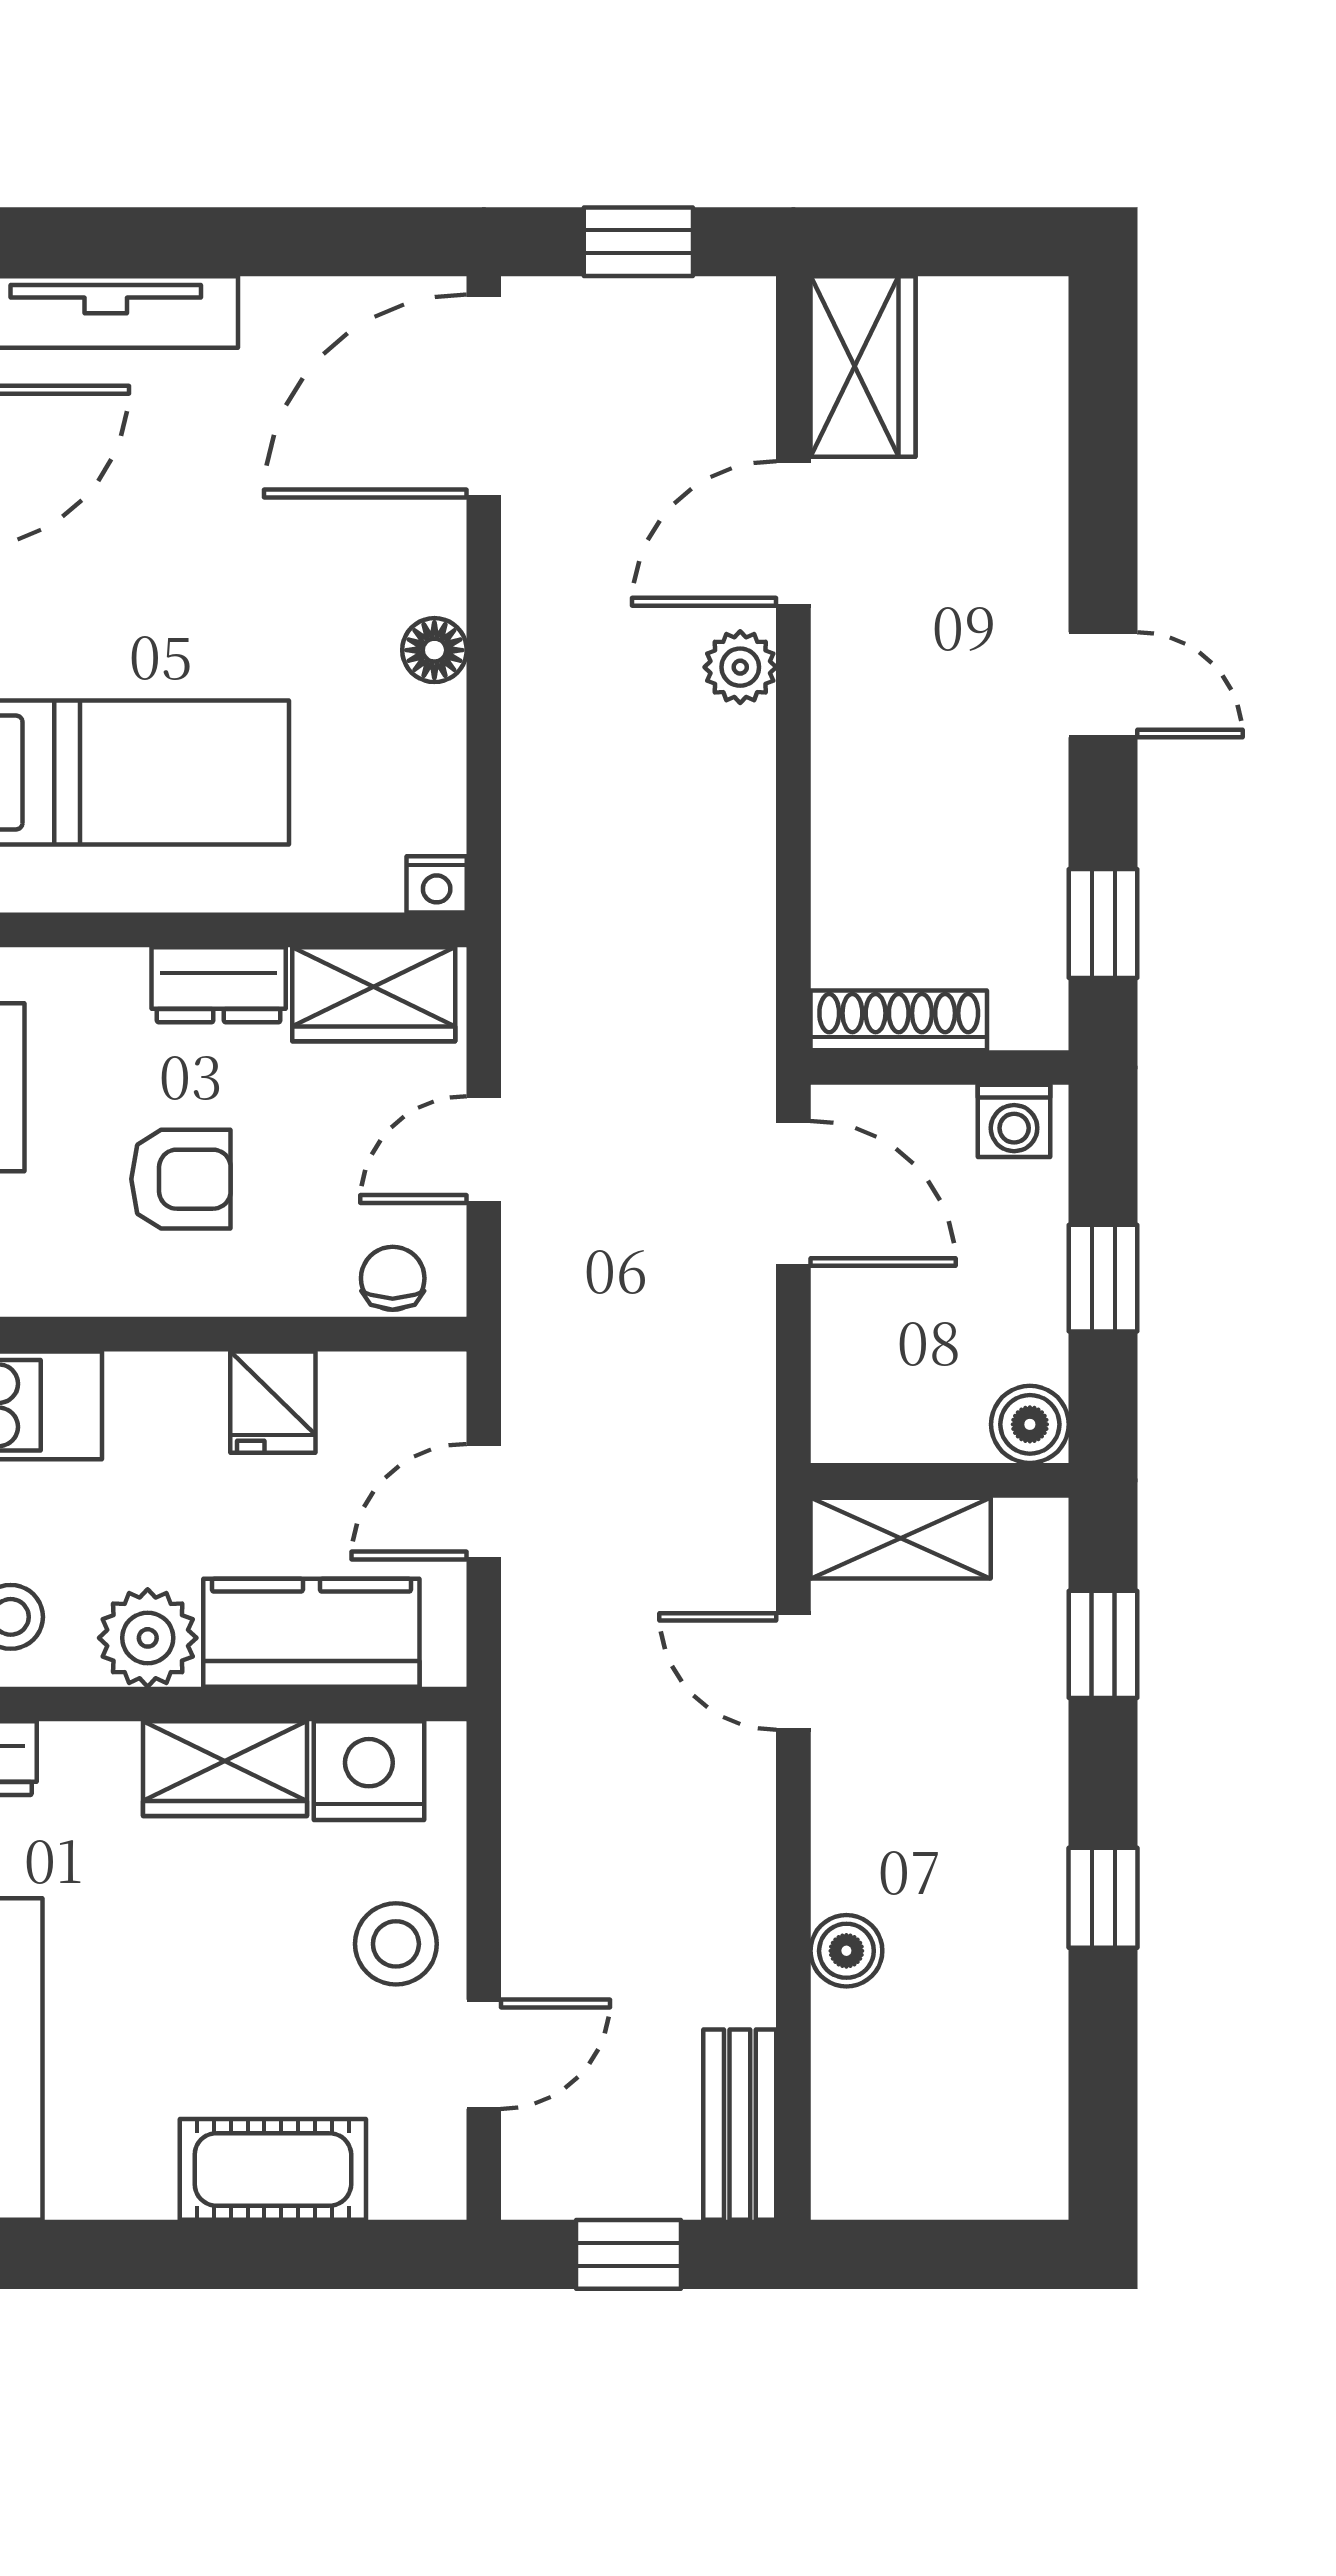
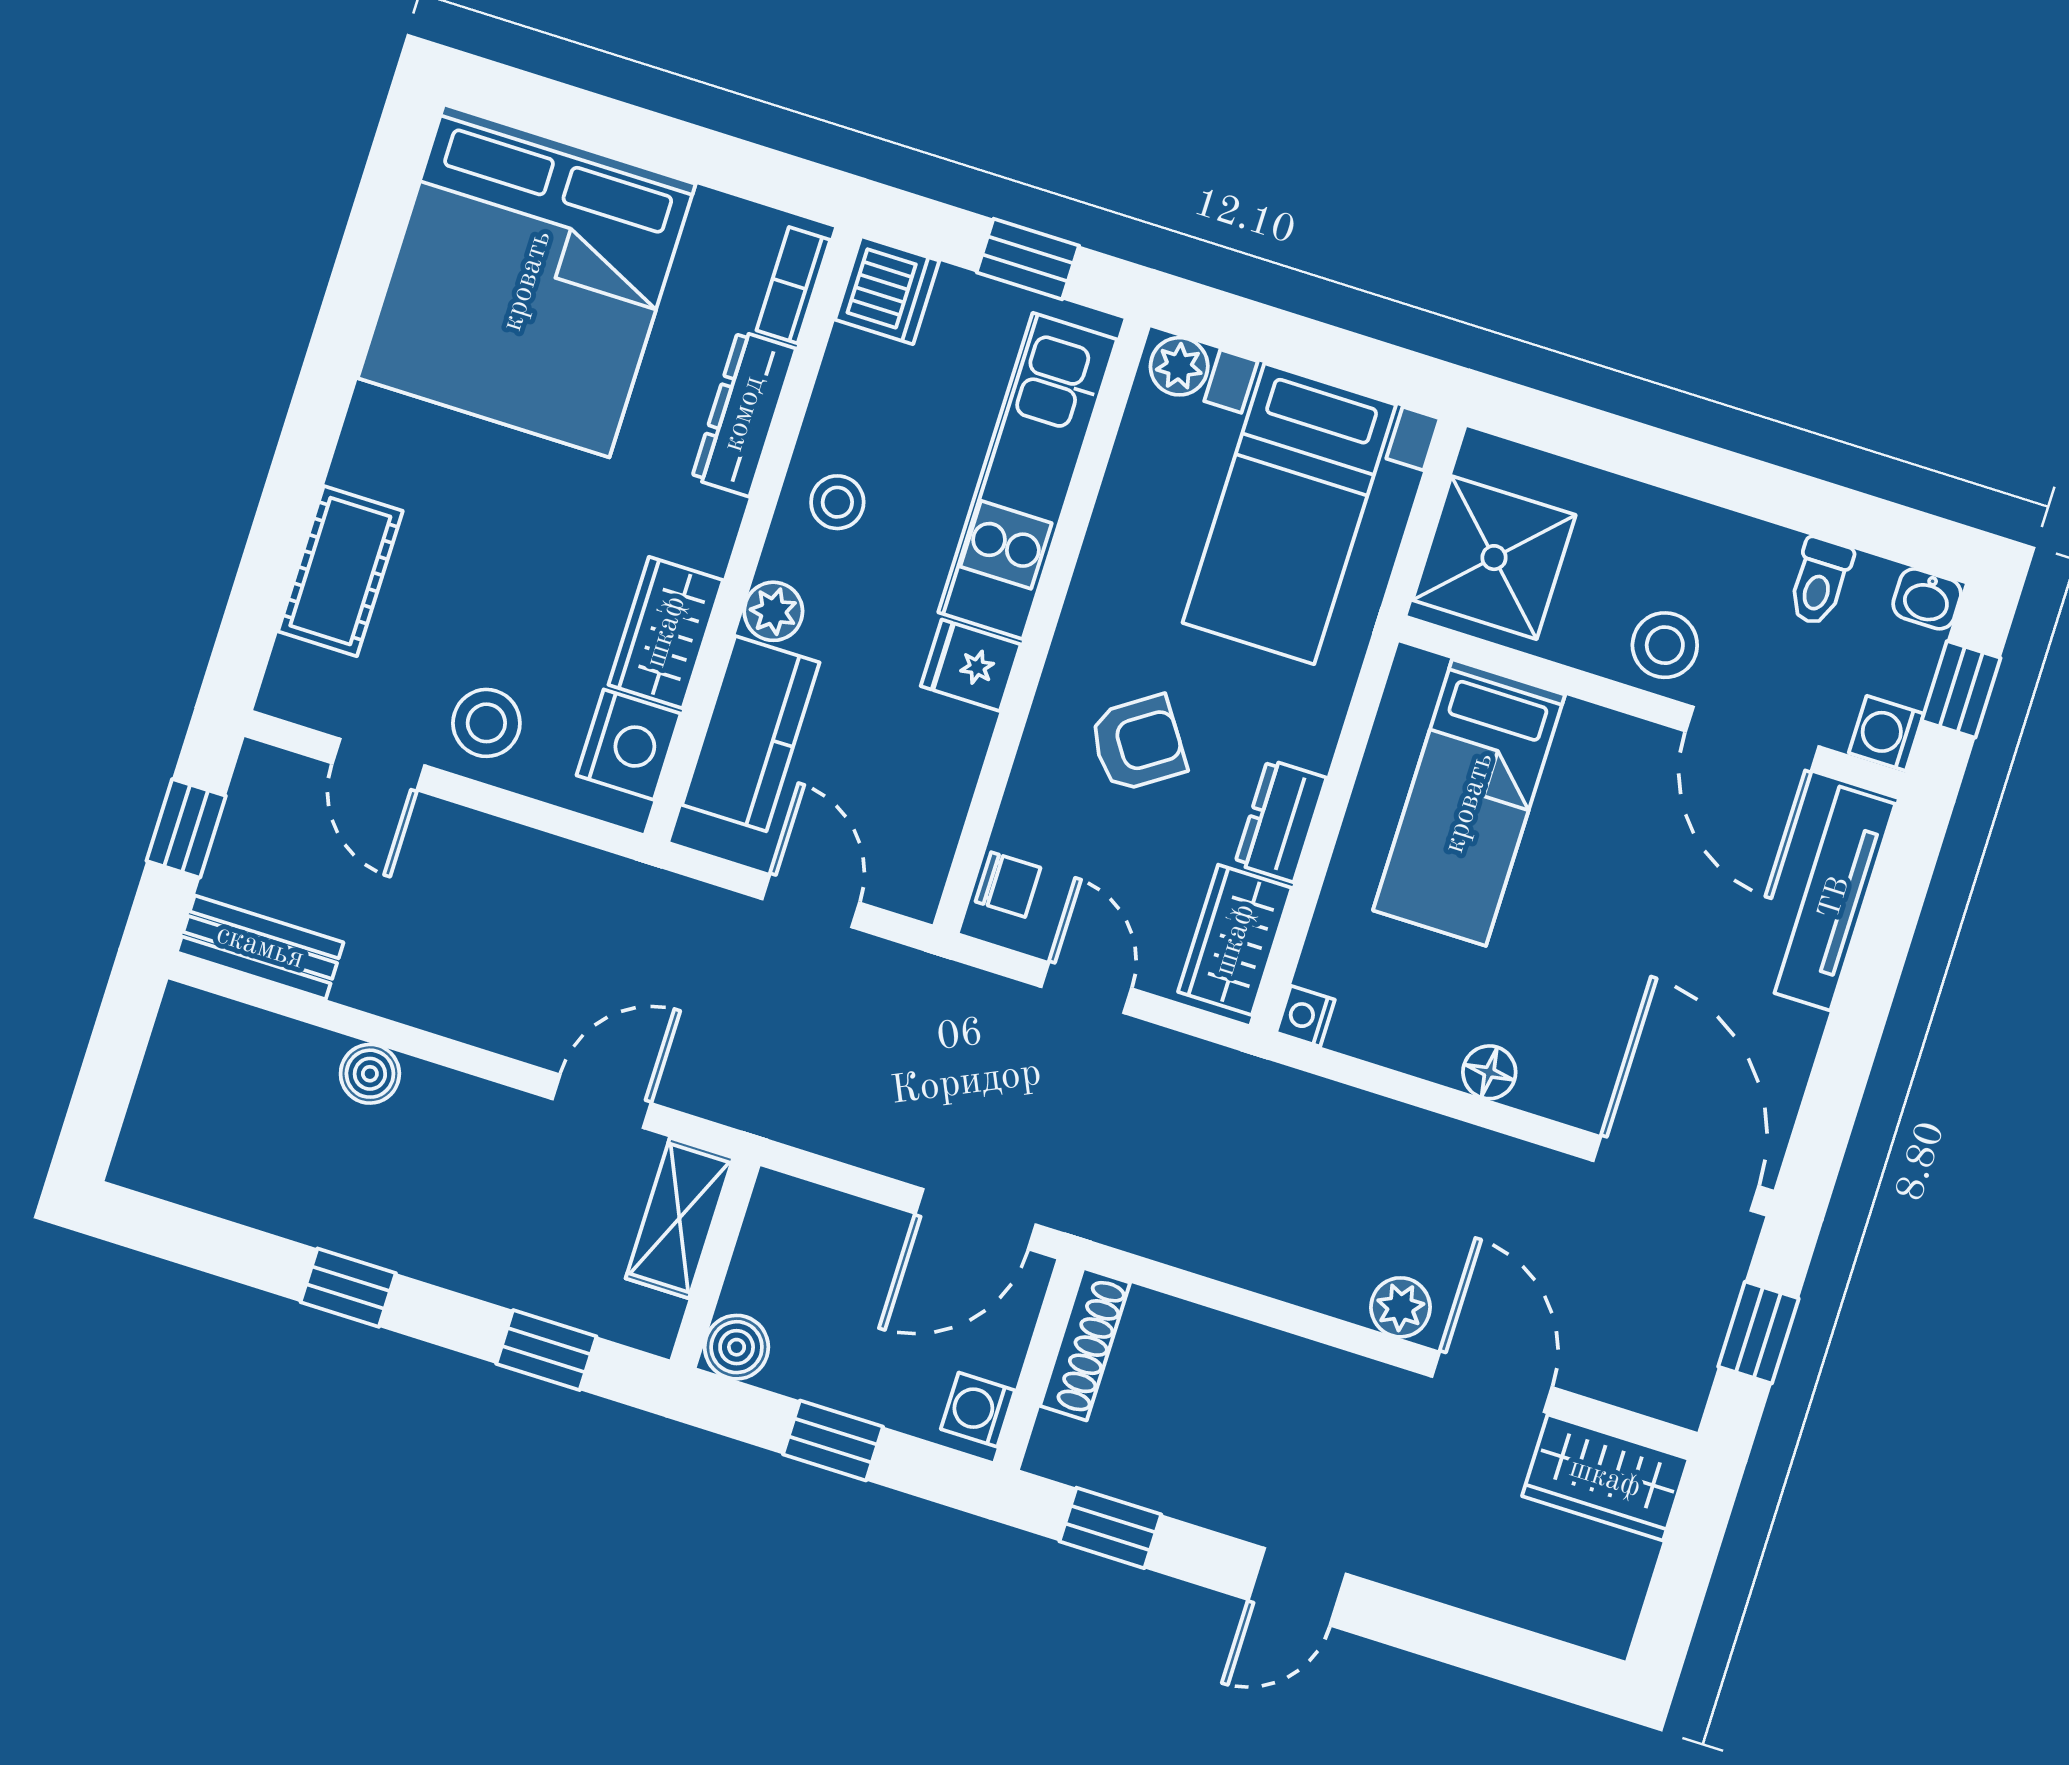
armchair: (181, 1179) -> (1138, 743), turned -124
fridge: (273, 1402) -> (971, 665), moved
plant: (148, 1638) -> (773, 611), width x0.73, depth x0.73

